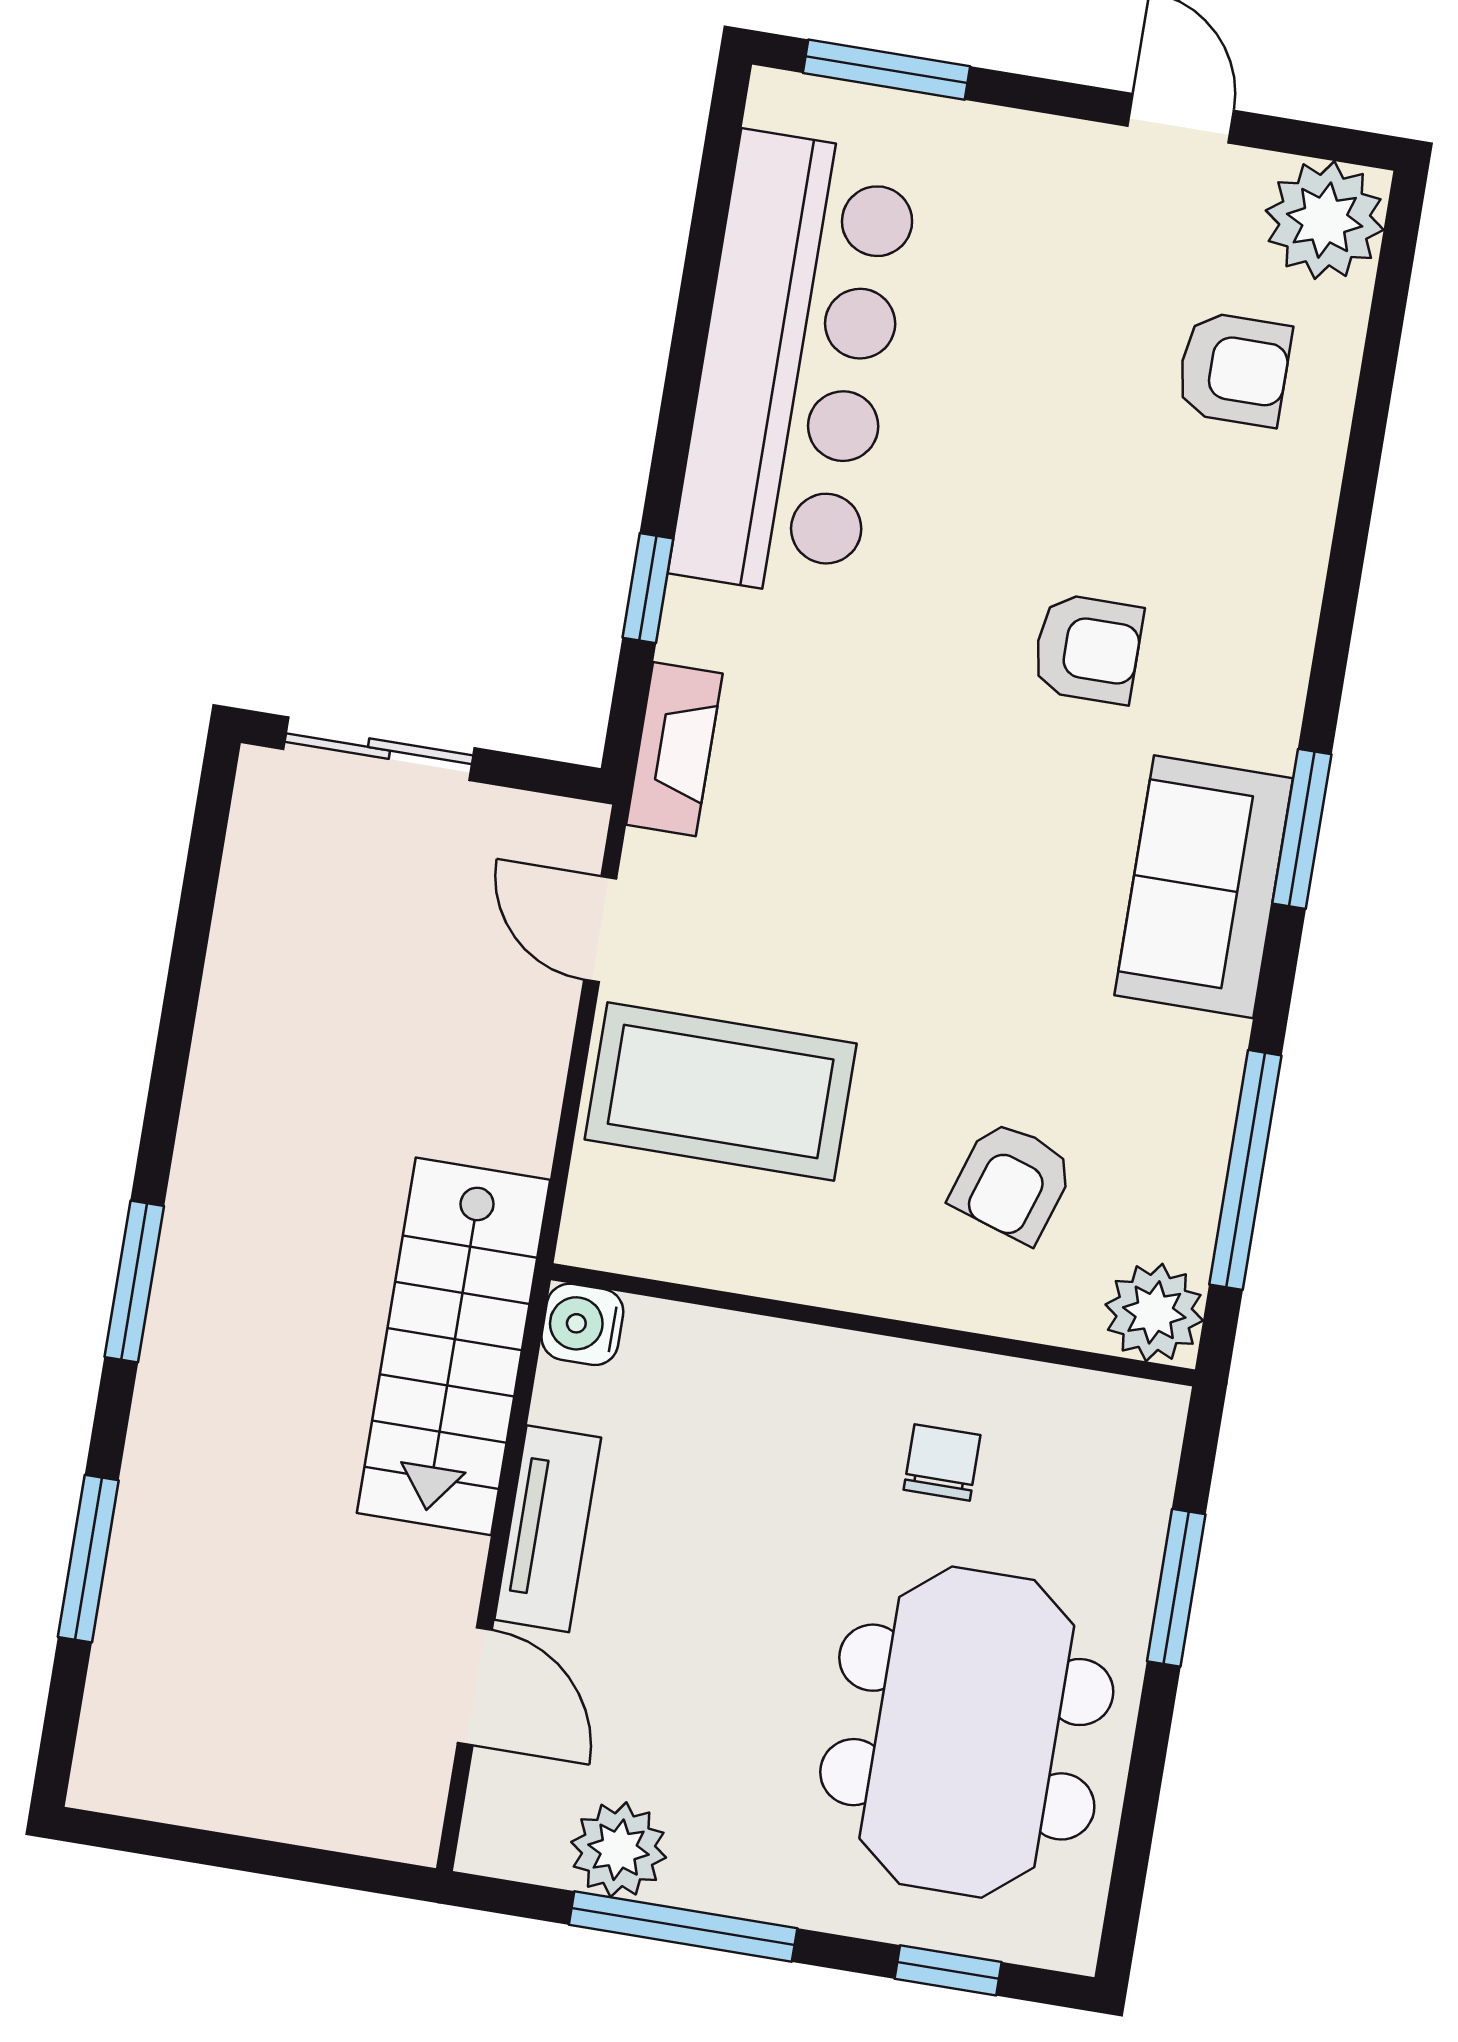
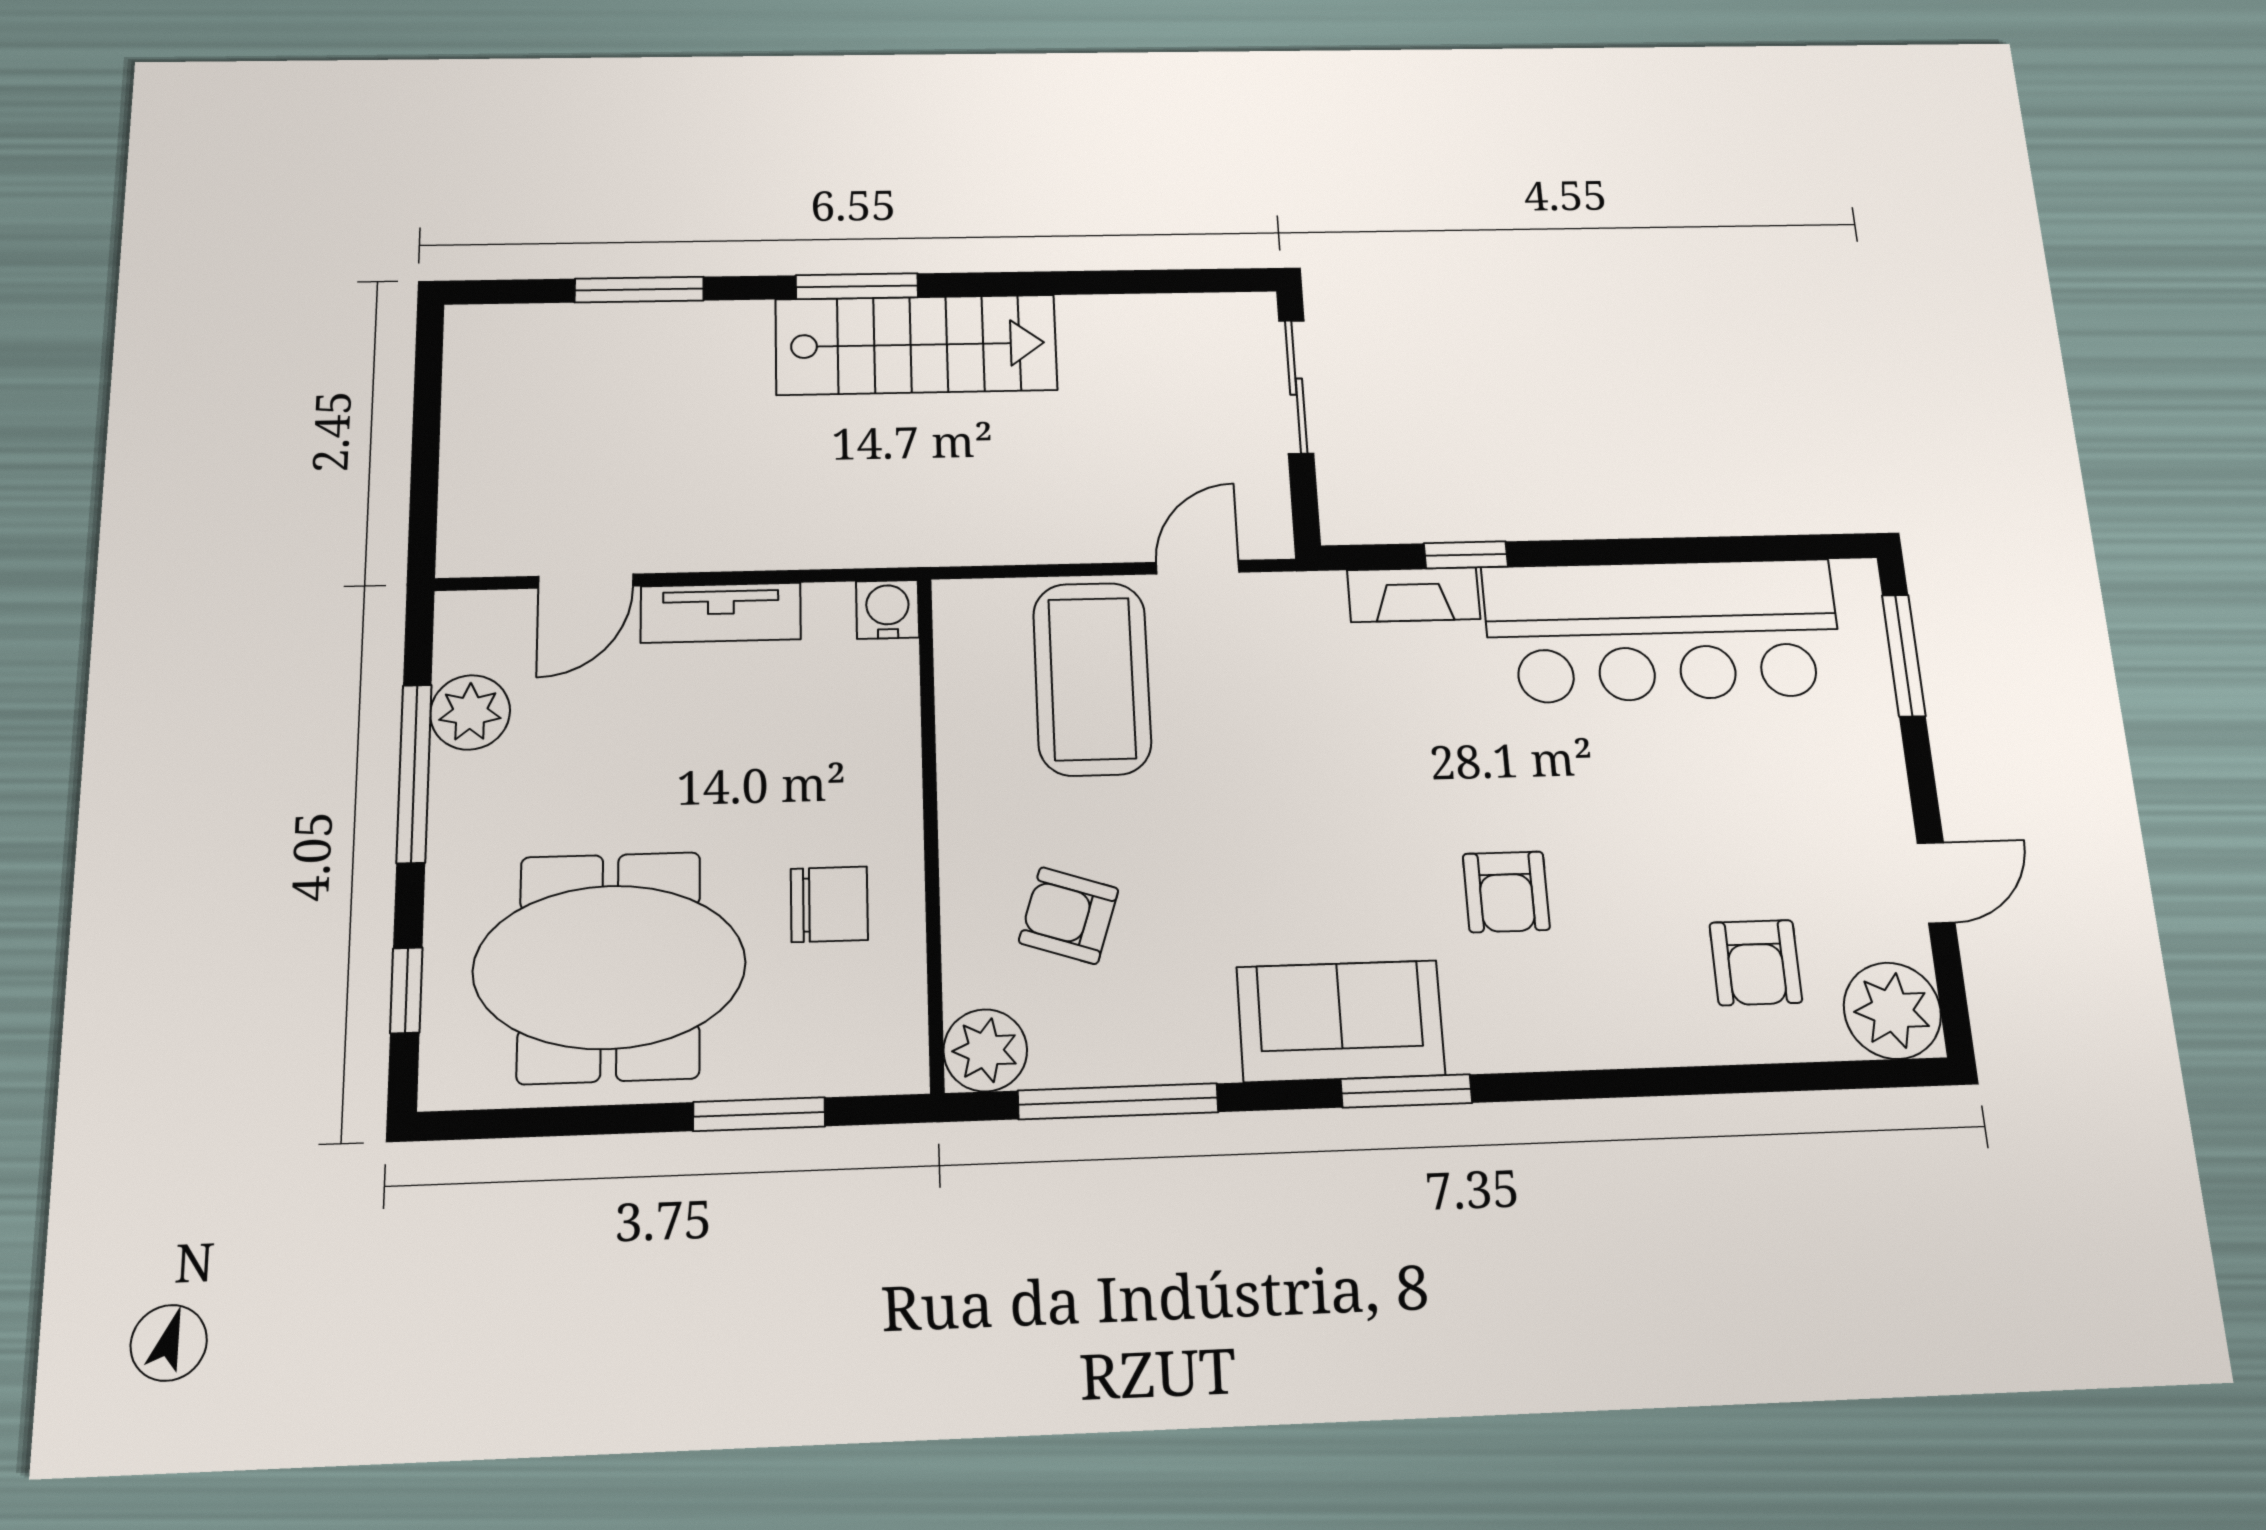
fireplace: (674, 749) -> (1414, 595), moved
stairs: (453, 1346) -> (916, 345), moved, turned 180
chair: (942, 1462) -> (829, 904), width x1.37, depth x1.37

